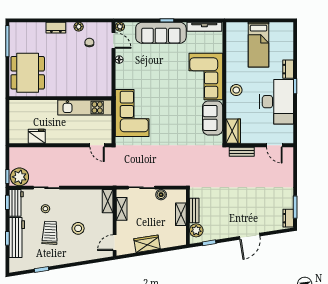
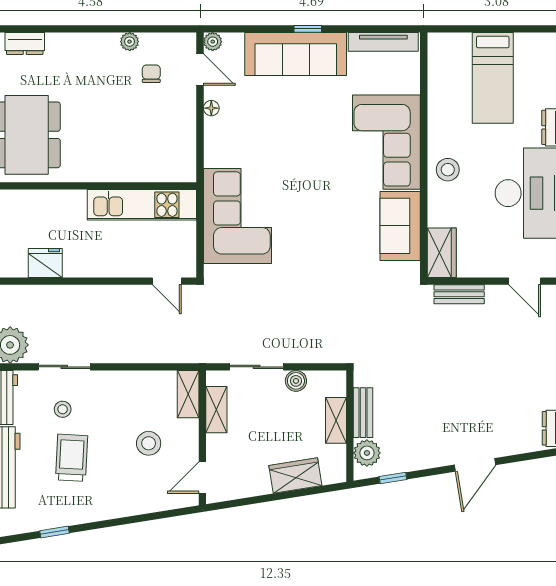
dresser: (56, 28) -> (25, 43), moved
stool: (78, 228) -> (149, 443), moved
wardrobe: (147, 244) -> (295, 476), moved

